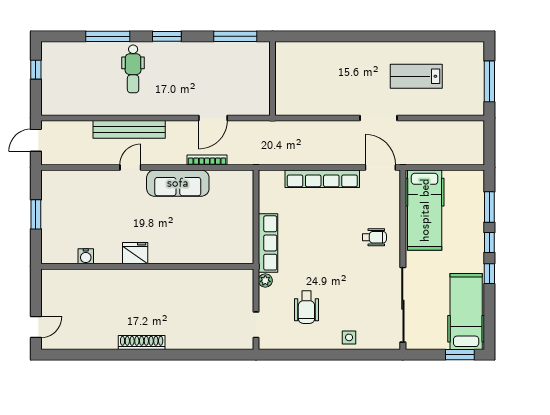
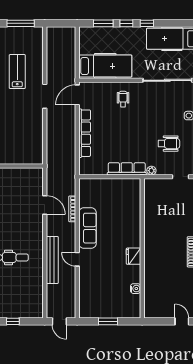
lab bench: (416, 76) -> (17, 72), turned 180

